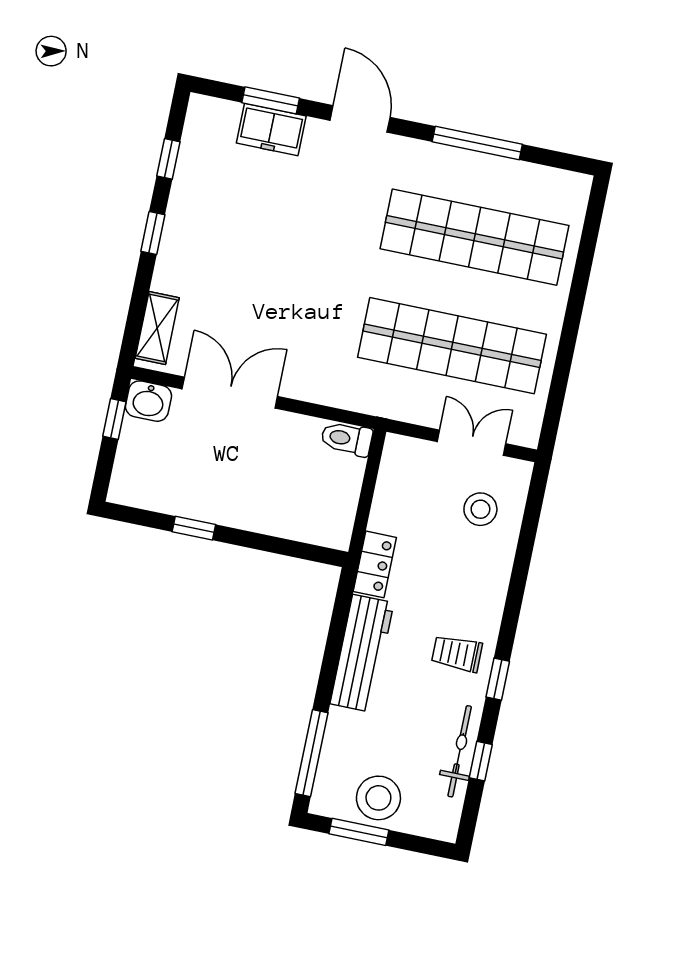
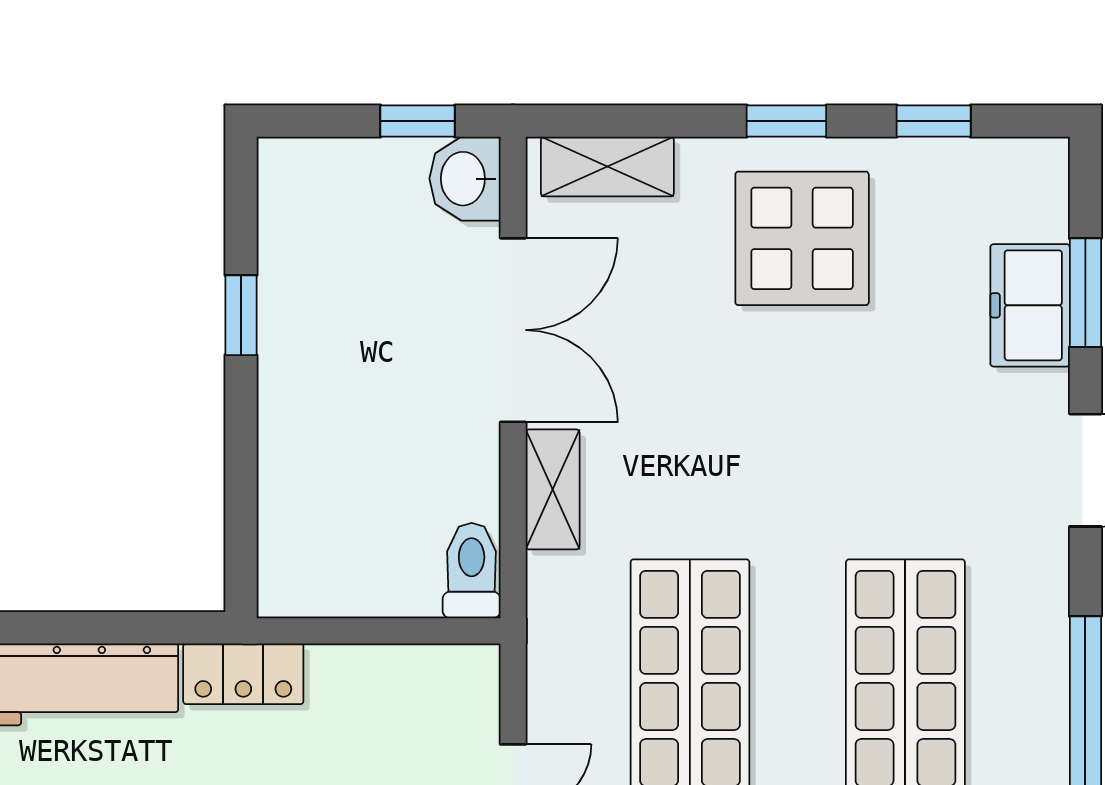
display table: (214, 237) -> (802, 238), added
shelving: (314, 389) -> (553, 489), added

